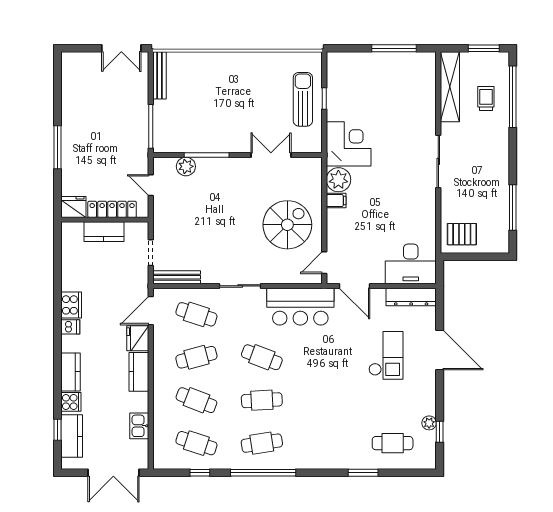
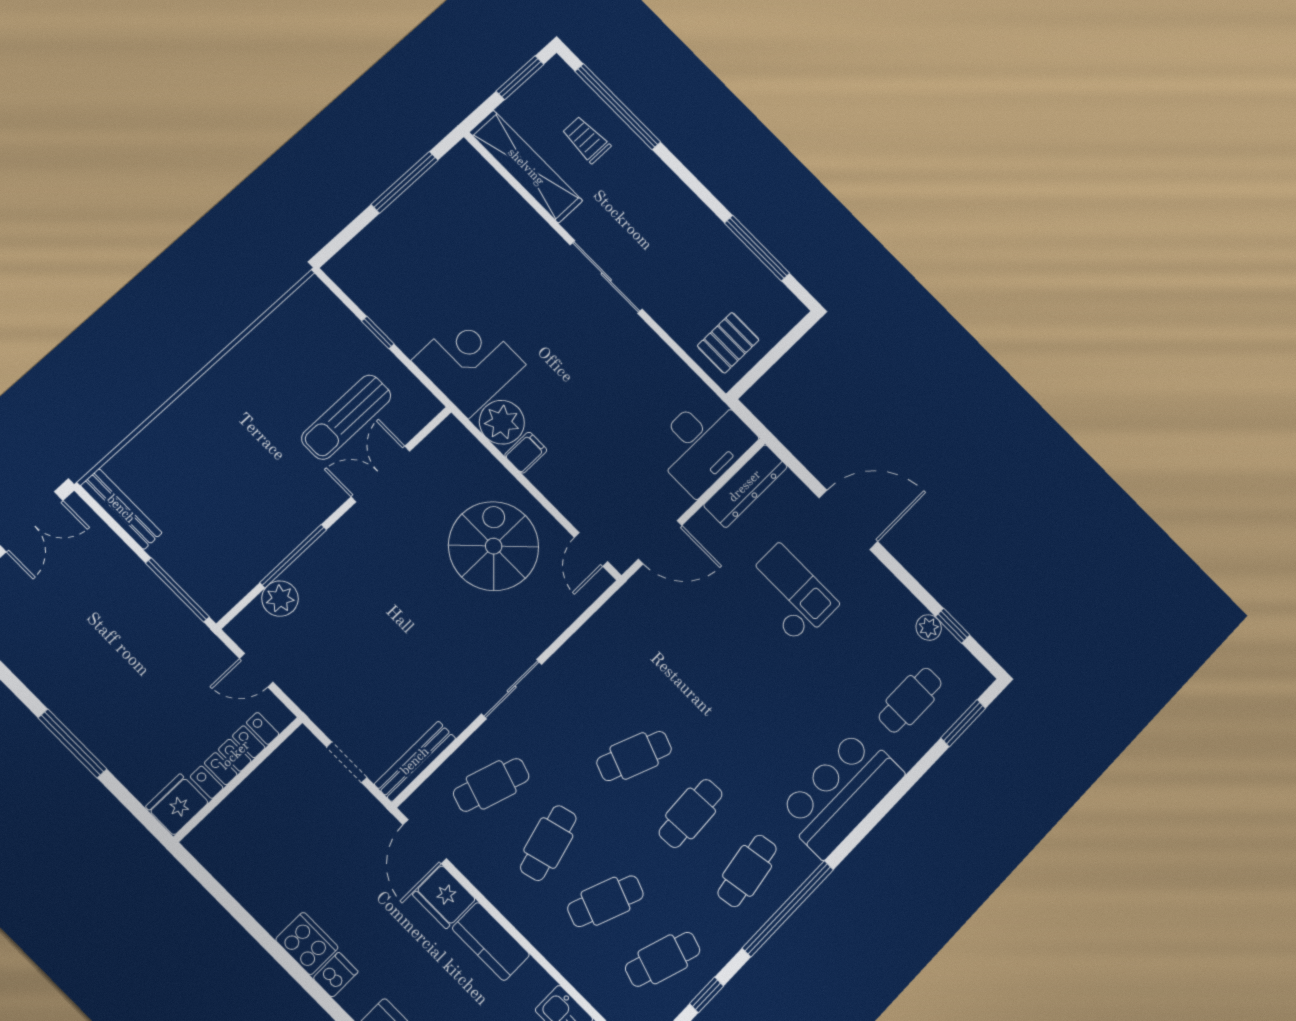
sun lounger: (303, 99) -> (346, 417), moved, turned -90
kitchen counter: (104, 232) -> (254, 797), removed
bar counter: (300, 307) -> (841, 793), moved, turned 180
window: (363, 473) -> (963, 723), moved

